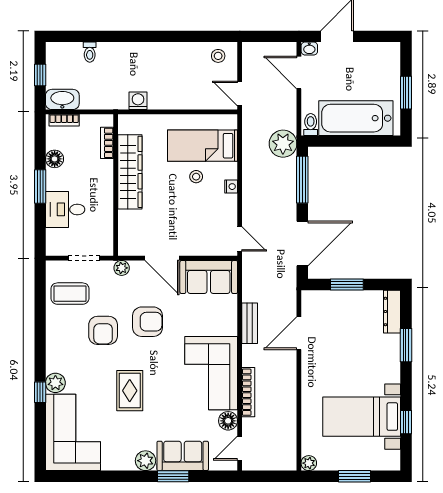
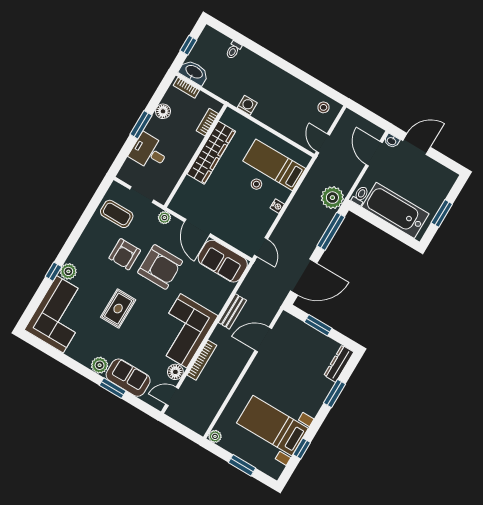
armchair: (148, 322) -> (160, 267), width x1.36, depth x1.36

